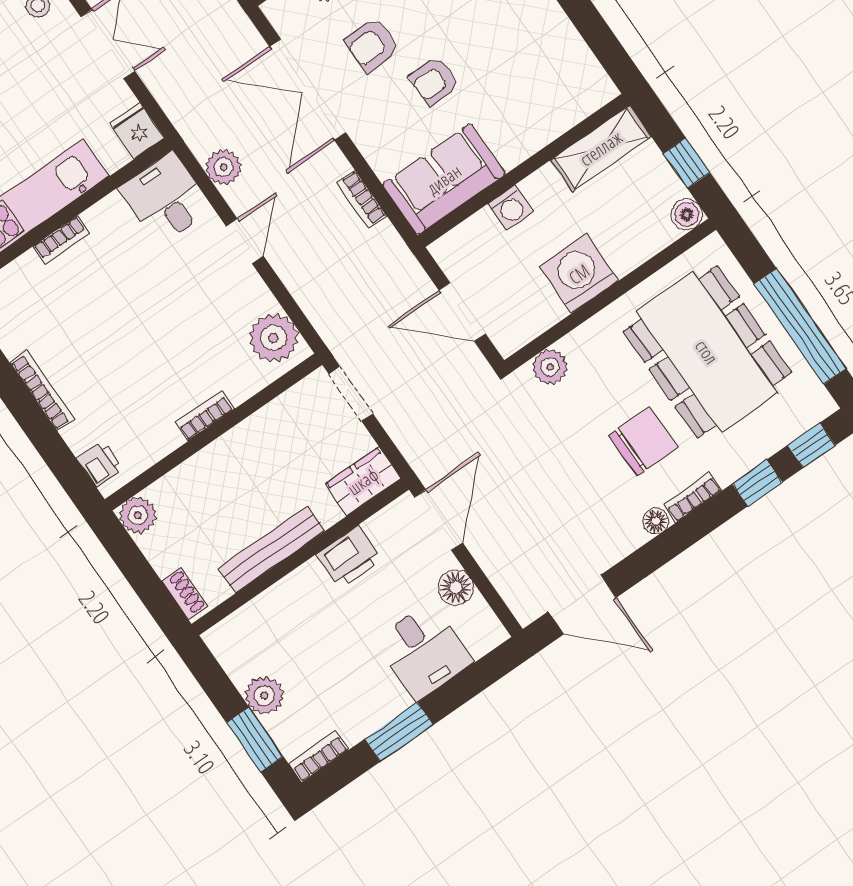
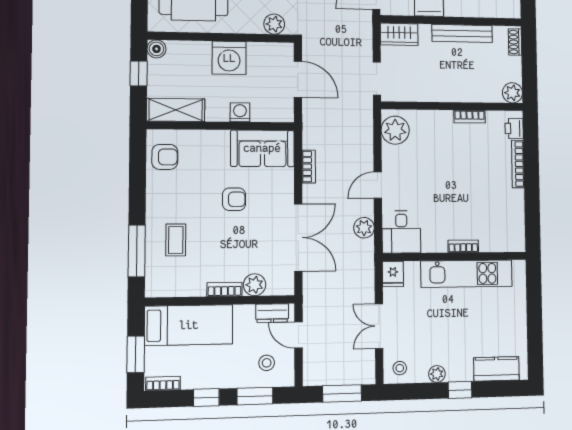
armchair: (372, 45) -> (165, 157), moved
bookcase: (42, 391) -> (518, 164), moved
bookcase: (205, 416) -> (470, 117), moved

